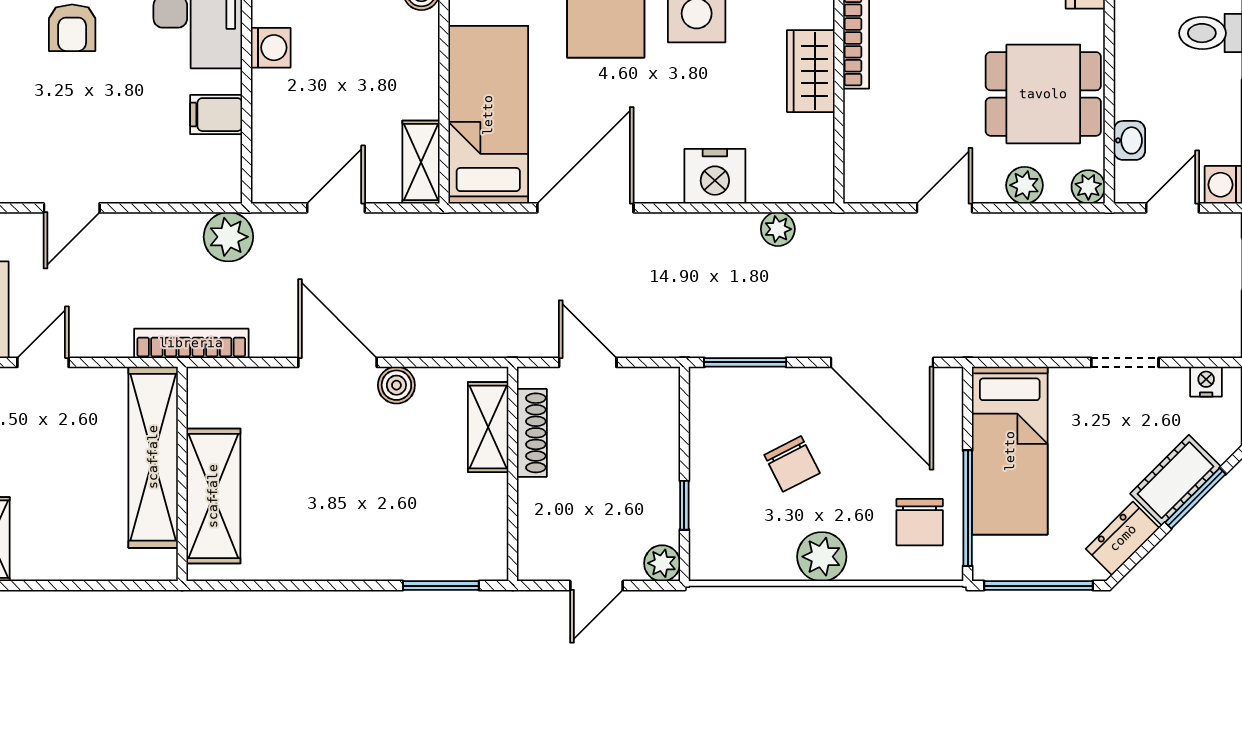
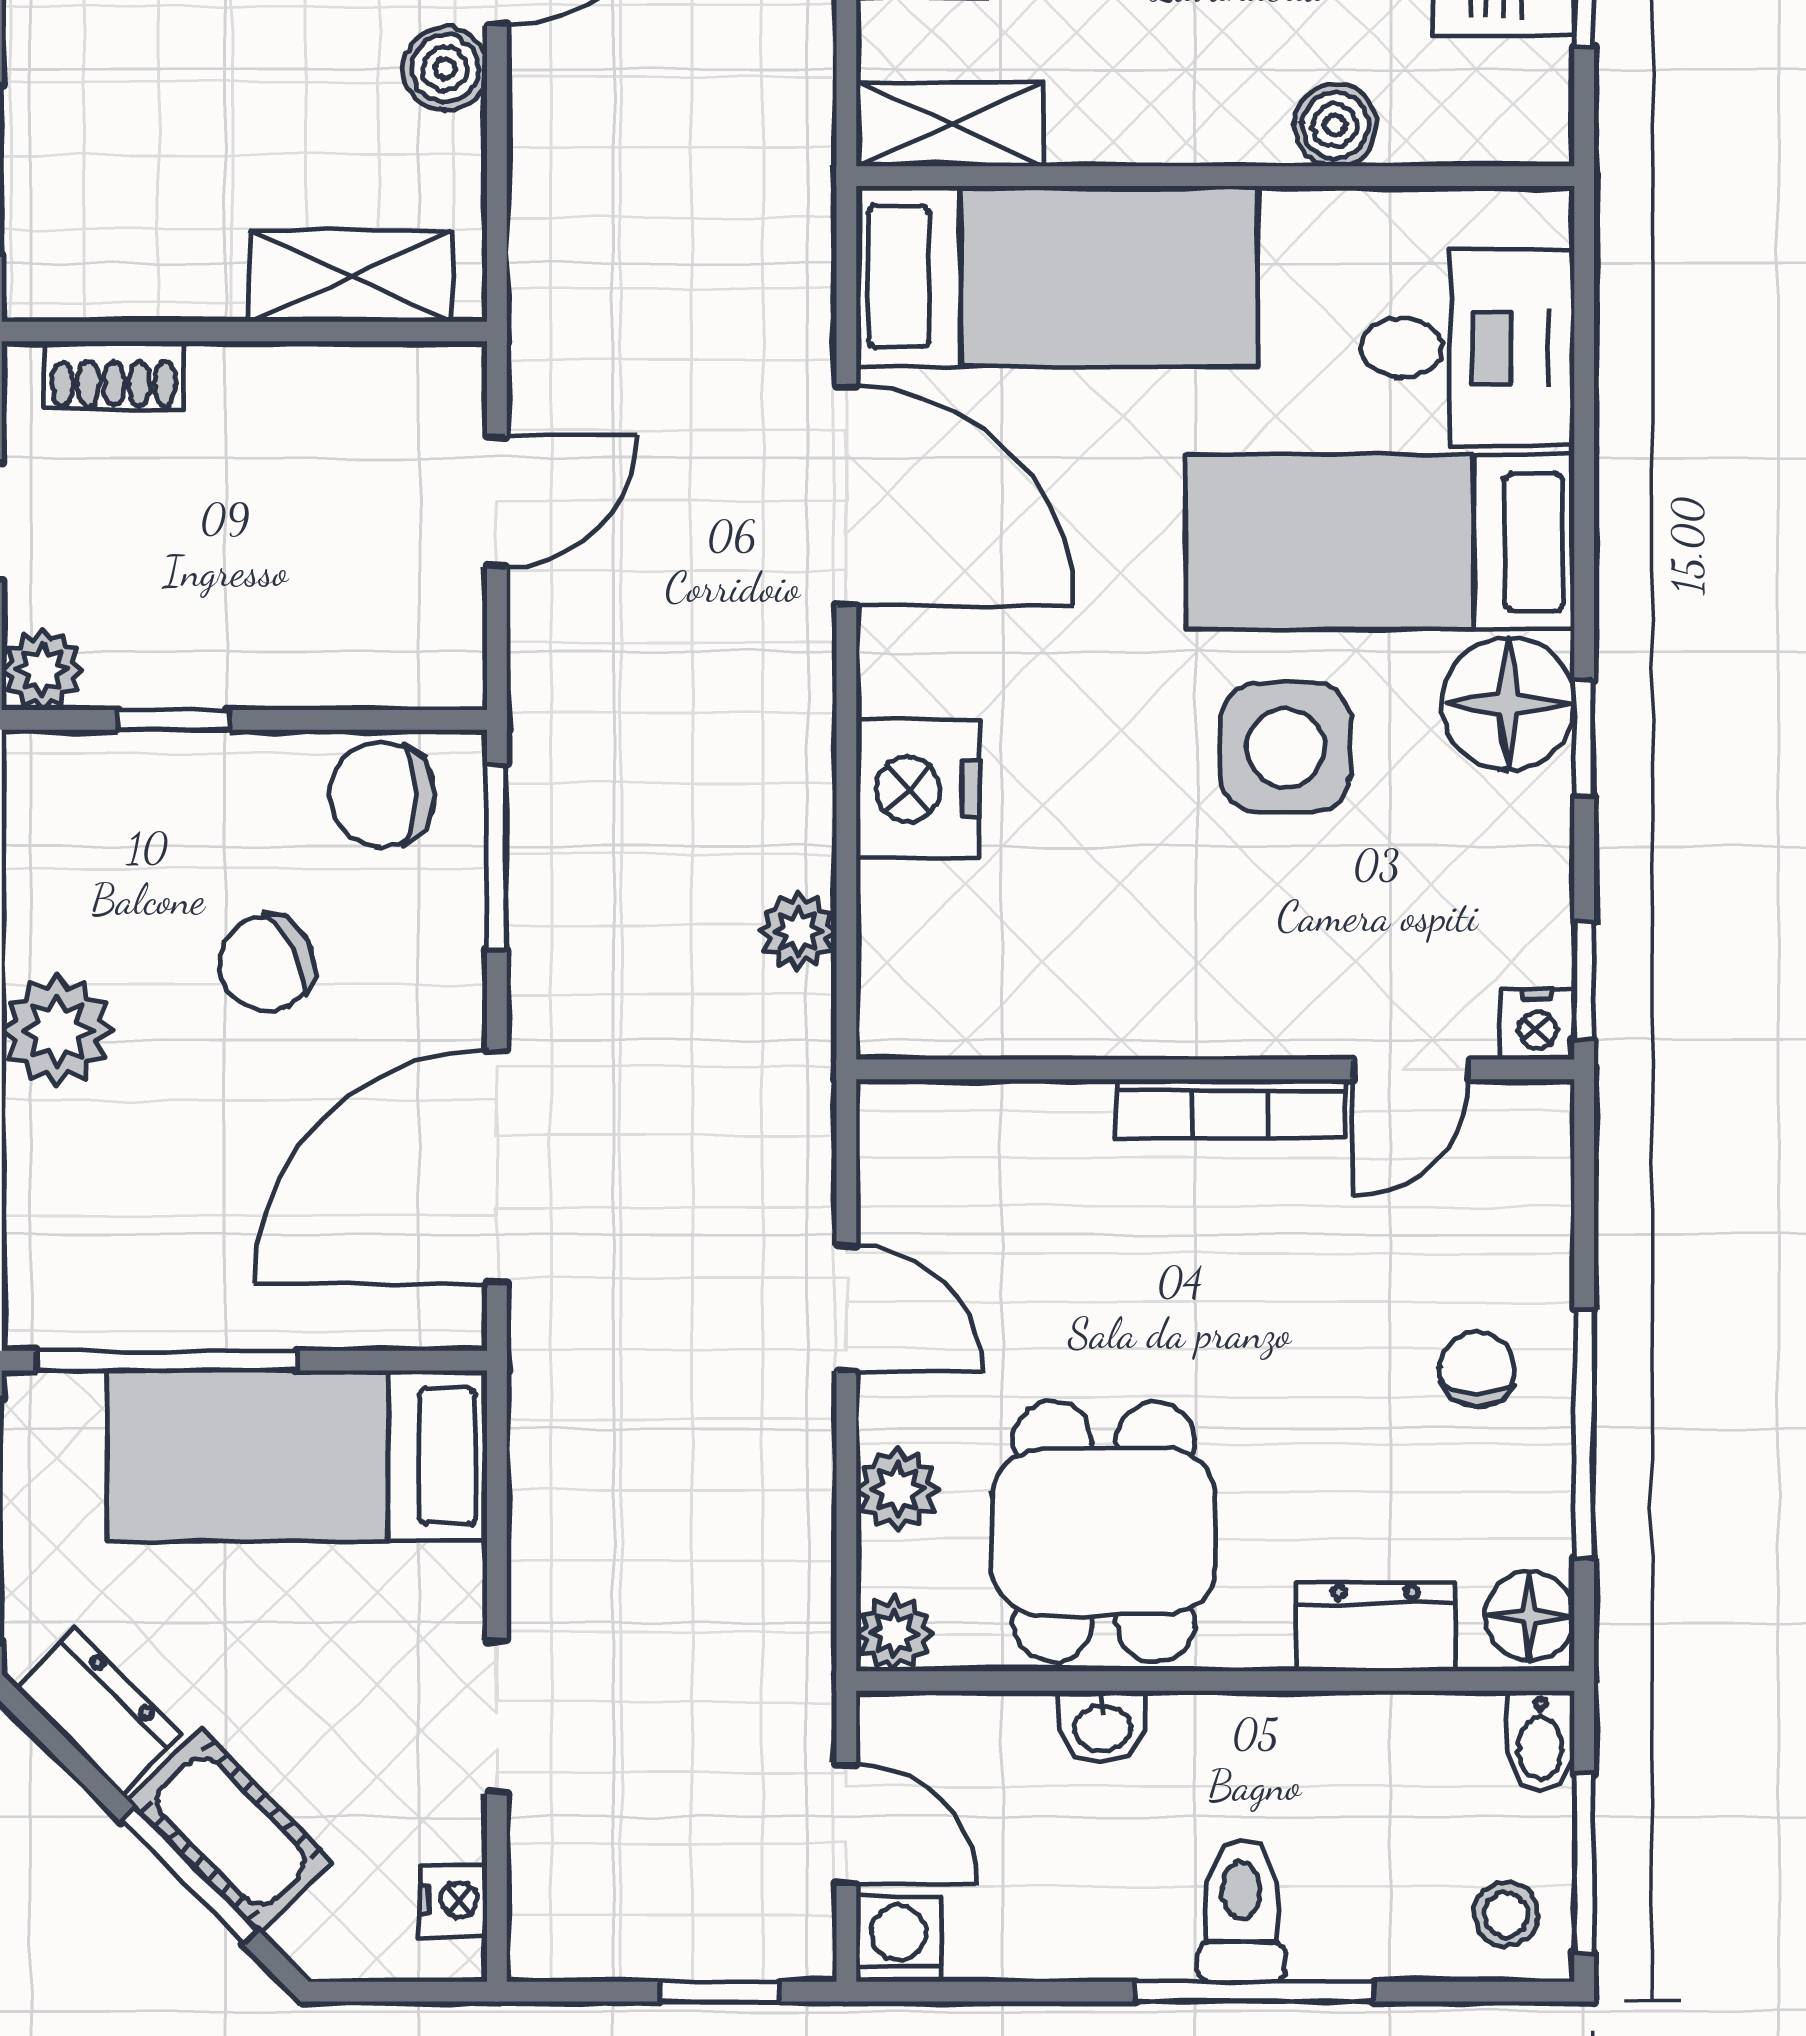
wardrobe: (811, 71) -> (1156, 1006), removed
washbasin: (1129, 140) -> (1103, 1726), moved
shoe rack: (532, 433) -> (114, 375), moved, width x0.70
chair: (920, 522) -> (382, 795), moved

